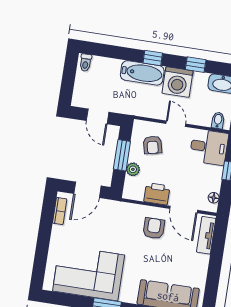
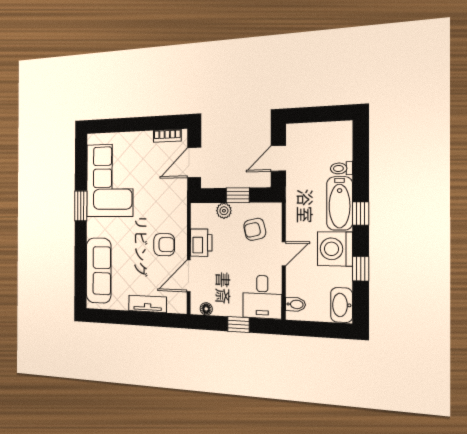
toilet: (86, 63) -> (342, 168), moved
window: (122, 155) -> (238, 195), width x0.67
door: (87, 190) -> (194, 162), hinge flipped
tv unit: (206, 235) -> (148, 304), moved

